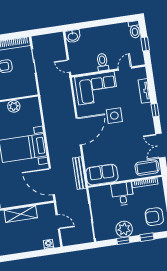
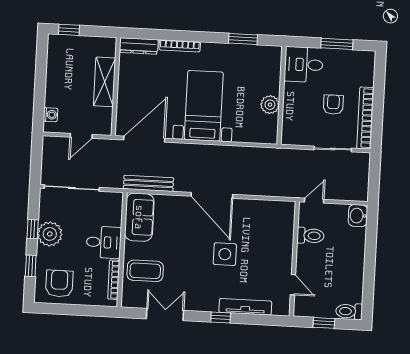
toilet: (102, 62) -> (310, 236), moved
corner sofa: (96, 88) -> (272, 235), removed
tv unit: (144, 91) -> (245, 307), width x1.41
coffee table: (147, 168) -> (145, 271), moved, turned 90

